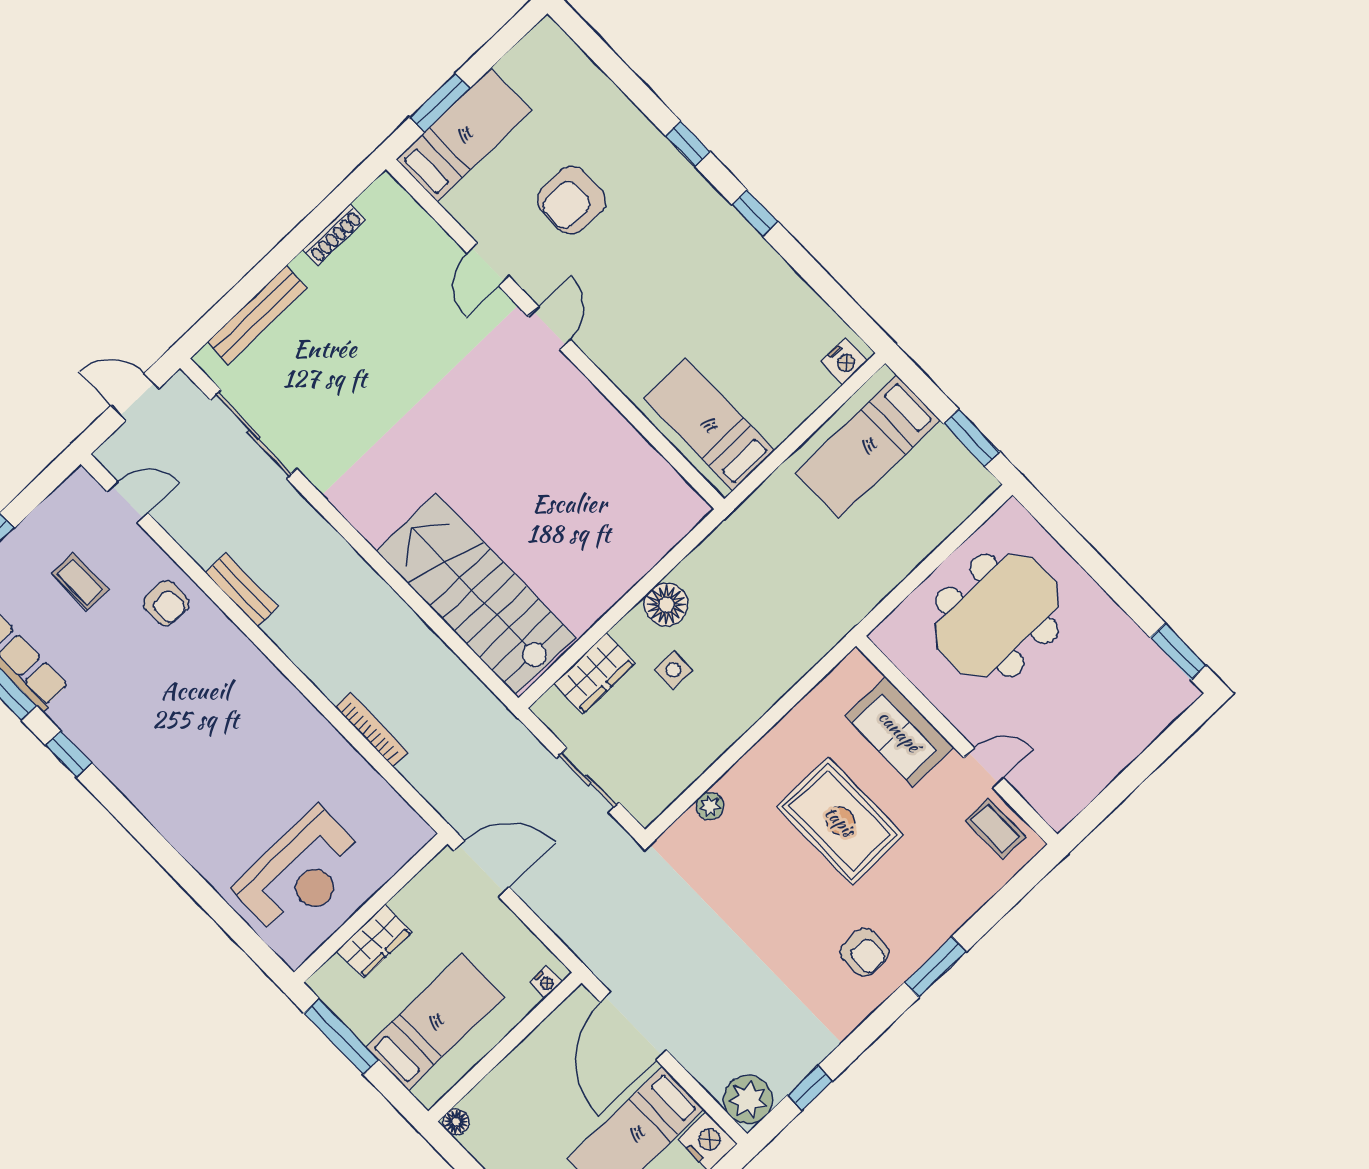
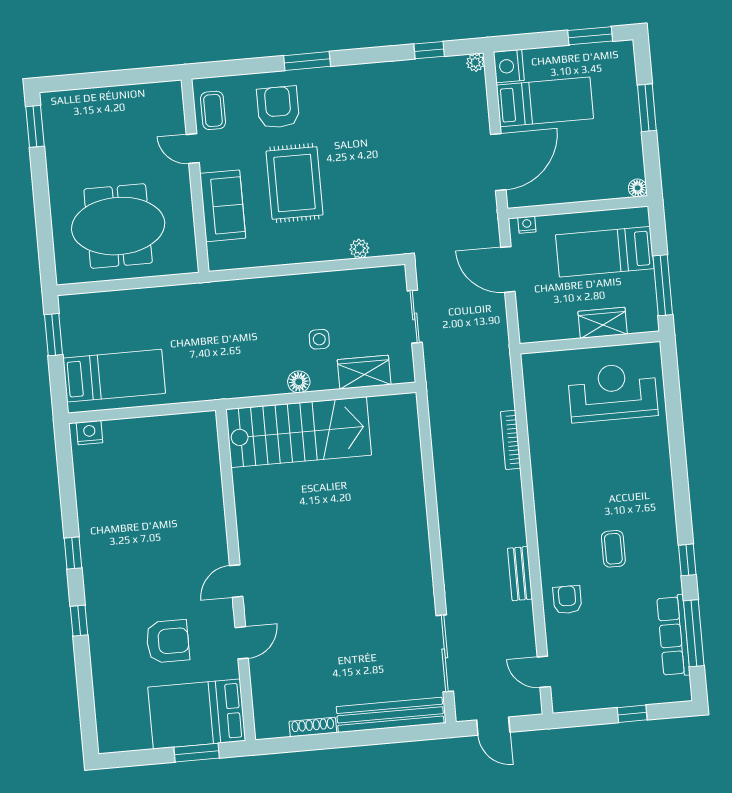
bed: (464, 135) -> (197, 714), width x1.50
bench: (257, 315) -> (390, 715), width x1.37, depth x1.21
bed: (709, 424) -> (191, 458), removed
coffee table: (80, 582) -> (613, 549), moved
stairs: (476, 594) -> (299, 432), moved, turned -90
floor lamp: (666, 605) -> (299, 382), width x0.73, depth x0.73
door: (482, 869) -> (508, 269), moved
armchair: (864, 952) -> (278, 107), moved, width x1.38, depth x1.38
plant: (748, 1100) -> (475, 62), width x0.53, depth x0.53

